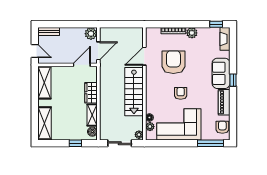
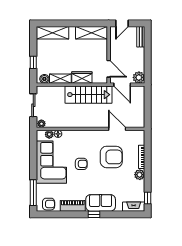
stairs: (134, 92) -> (89, 95), moved, turned 180

